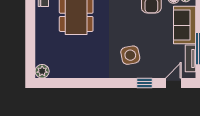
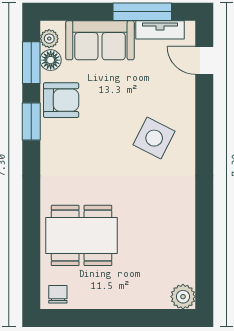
side table: (130, 55) -> (154, 138), turned 38
window: (145, 83) -> (204, 112), removed

